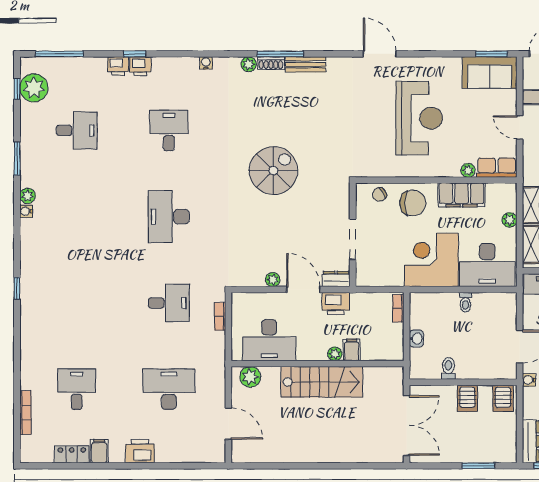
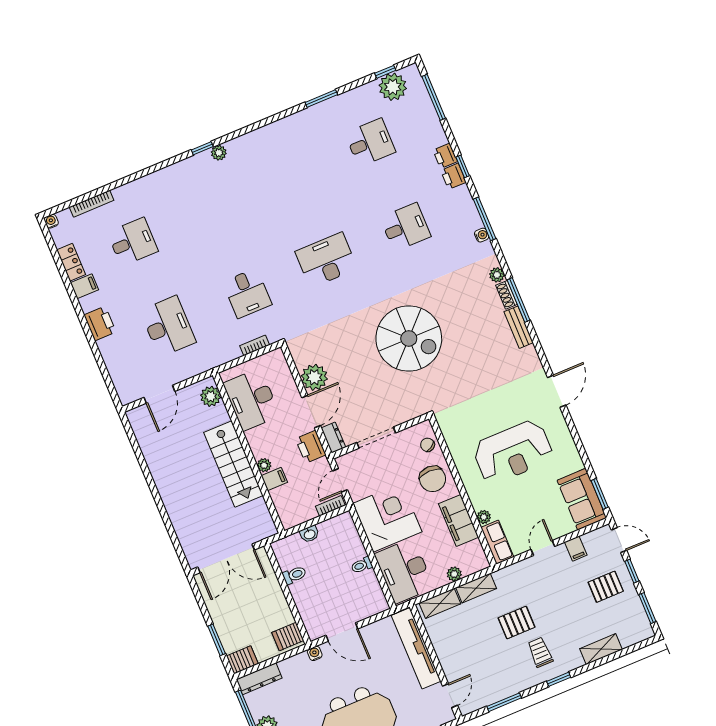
window: (192, 54) -> (485, 219), added
desk: (77, 130) -> (370, 142), turned -90
spiral stairs: (273, 171) -> (409, 338), width x1.37, depth x1.37
plant: (28, 196) -> (219, 153), moved
water cooler: (26, 211) -> (51, 221), moved
plant: (273, 280) -> (314, 377), width x1.88, depth x1.88
door: (378, 290) -> (340, 480), added
server rack: (467, 398) -> (242, 660), moved, turned 180

